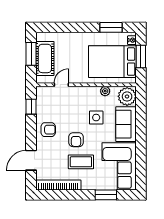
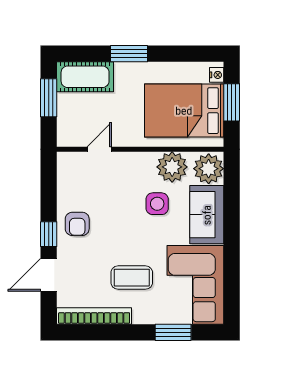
window: (111, 27) -> (129, 54), moved
cot: (45, 58) -> (85, 77), moved, turned 90
plant: (105, 91) -> (172, 167), width x1.88, depth x1.88
window: (31, 107) -> (49, 234), moved
armchair: (48, 130) -> (77, 224), turned 90
armchair: (76, 140) -> (124, 241), removed

